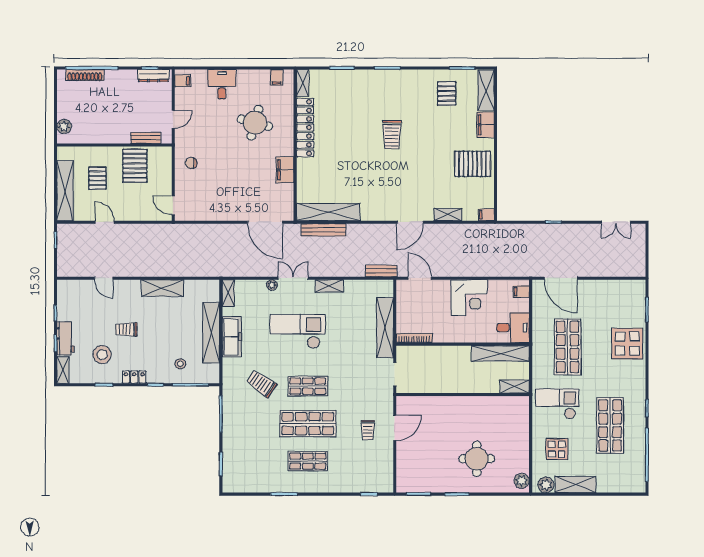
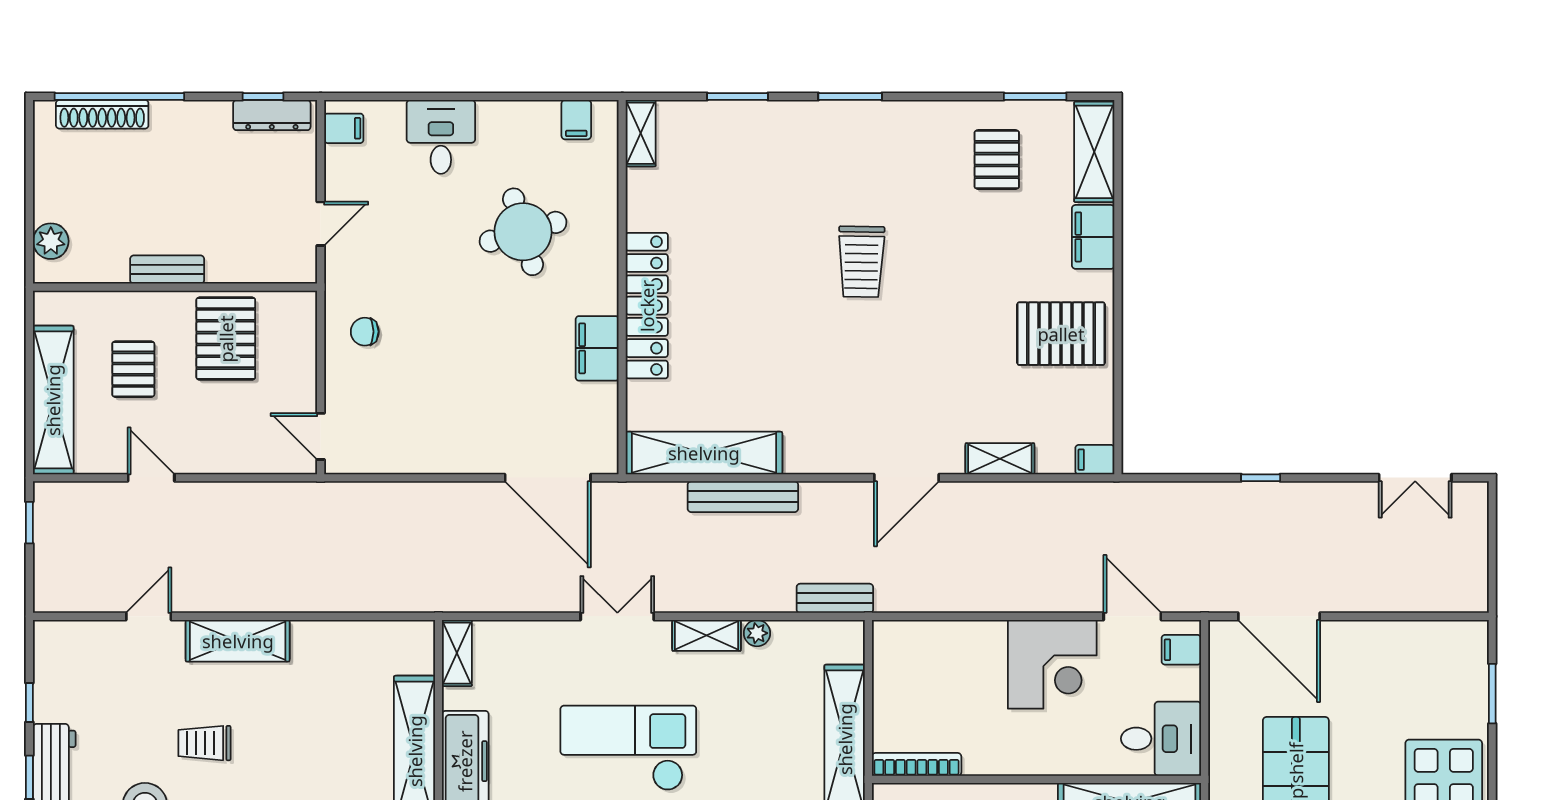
round table: (255, 123) -> (523, 232), turned -31
locker: (305, 128) -> (647, 306), moved
bench: (146, 138) -> (167, 270), moved
bench: (323, 230) -> (743, 497), moved
door: (104, 278) -> (149, 616), swing flipped
door: (420, 278) -> (1132, 616), moved
plant: (272, 285) -> (757, 633), moved
shelving: (162, 288) -> (238, 641), moved

